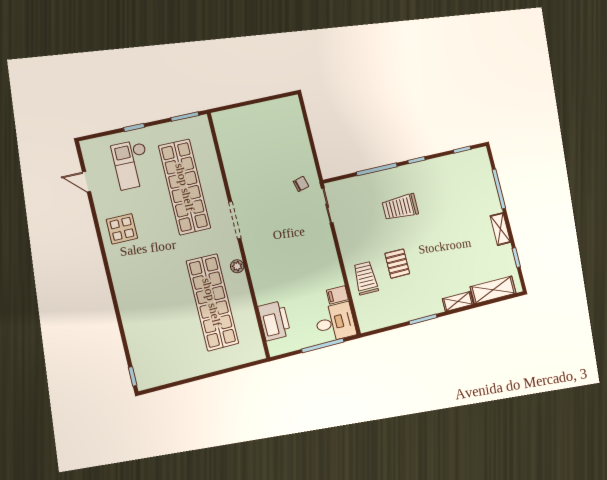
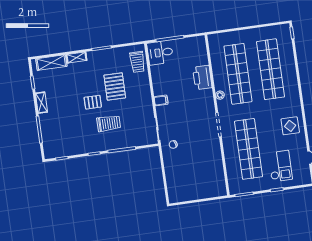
pallet: (427, 237) -> (93, 102), added
pallet: (397, 264) -> (115, 86), width x1.50, depth x1.42
trolley: (366, 278) -> (137, 62), moved
filing cabinet: (337, 295) -> (161, 100), moved
shop shelf: (162, 315) -> (271, 69), added
printer: (274, 321) -> (202, 77), moved

